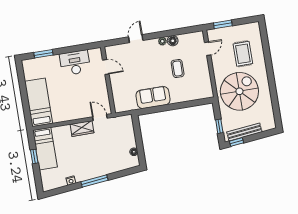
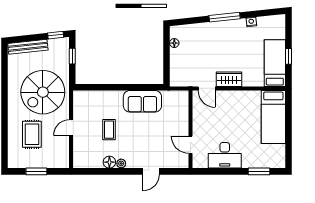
window: (223, 24) -> (36, 171), moved
door: (208, 49) -> (71, 128), moved
bench: (244, 132) -> (28, 47), moved

